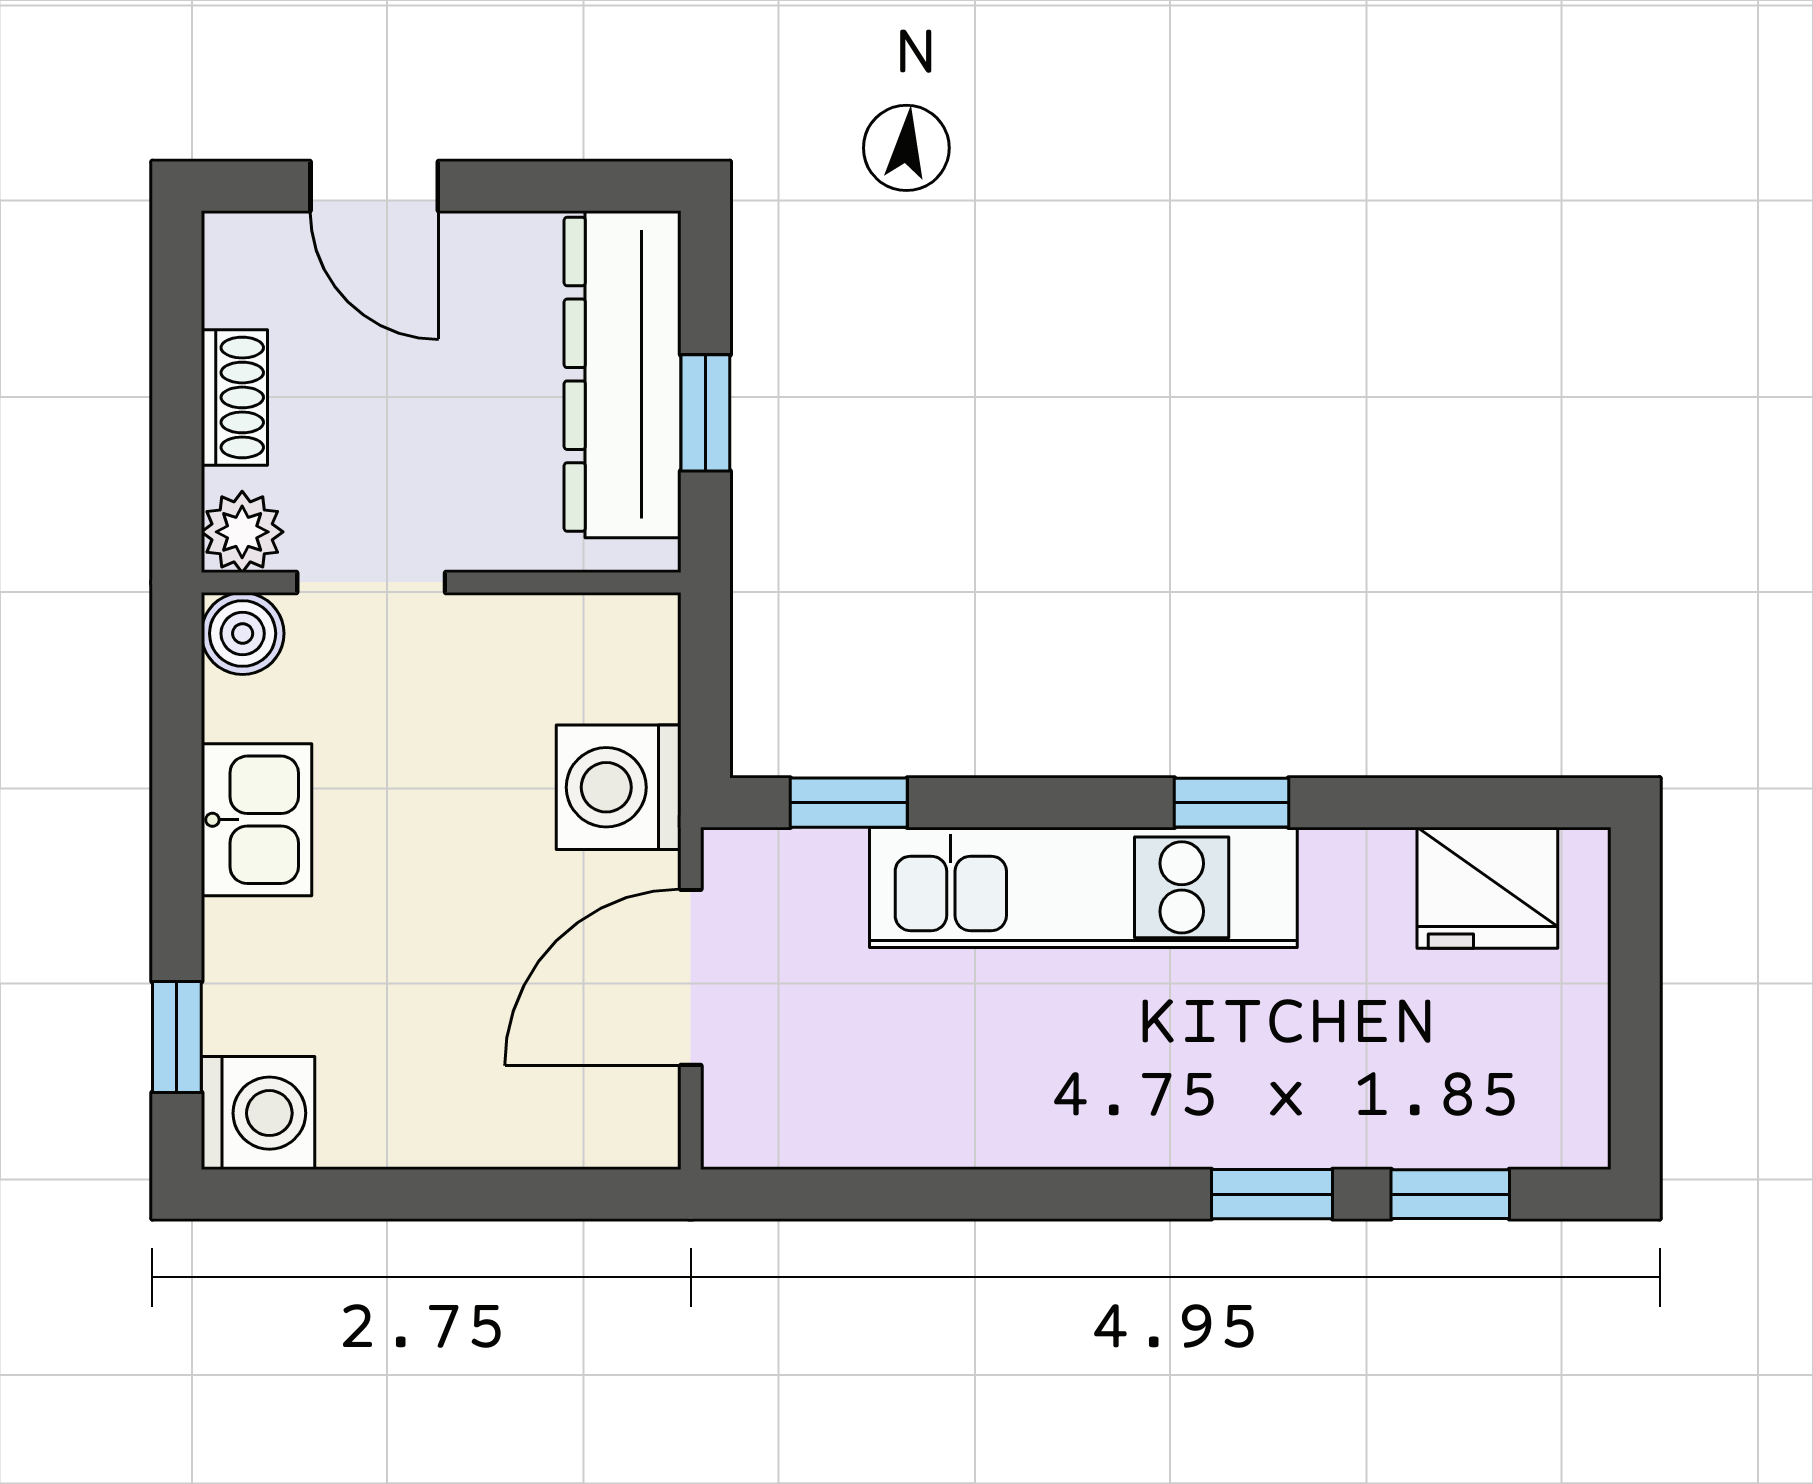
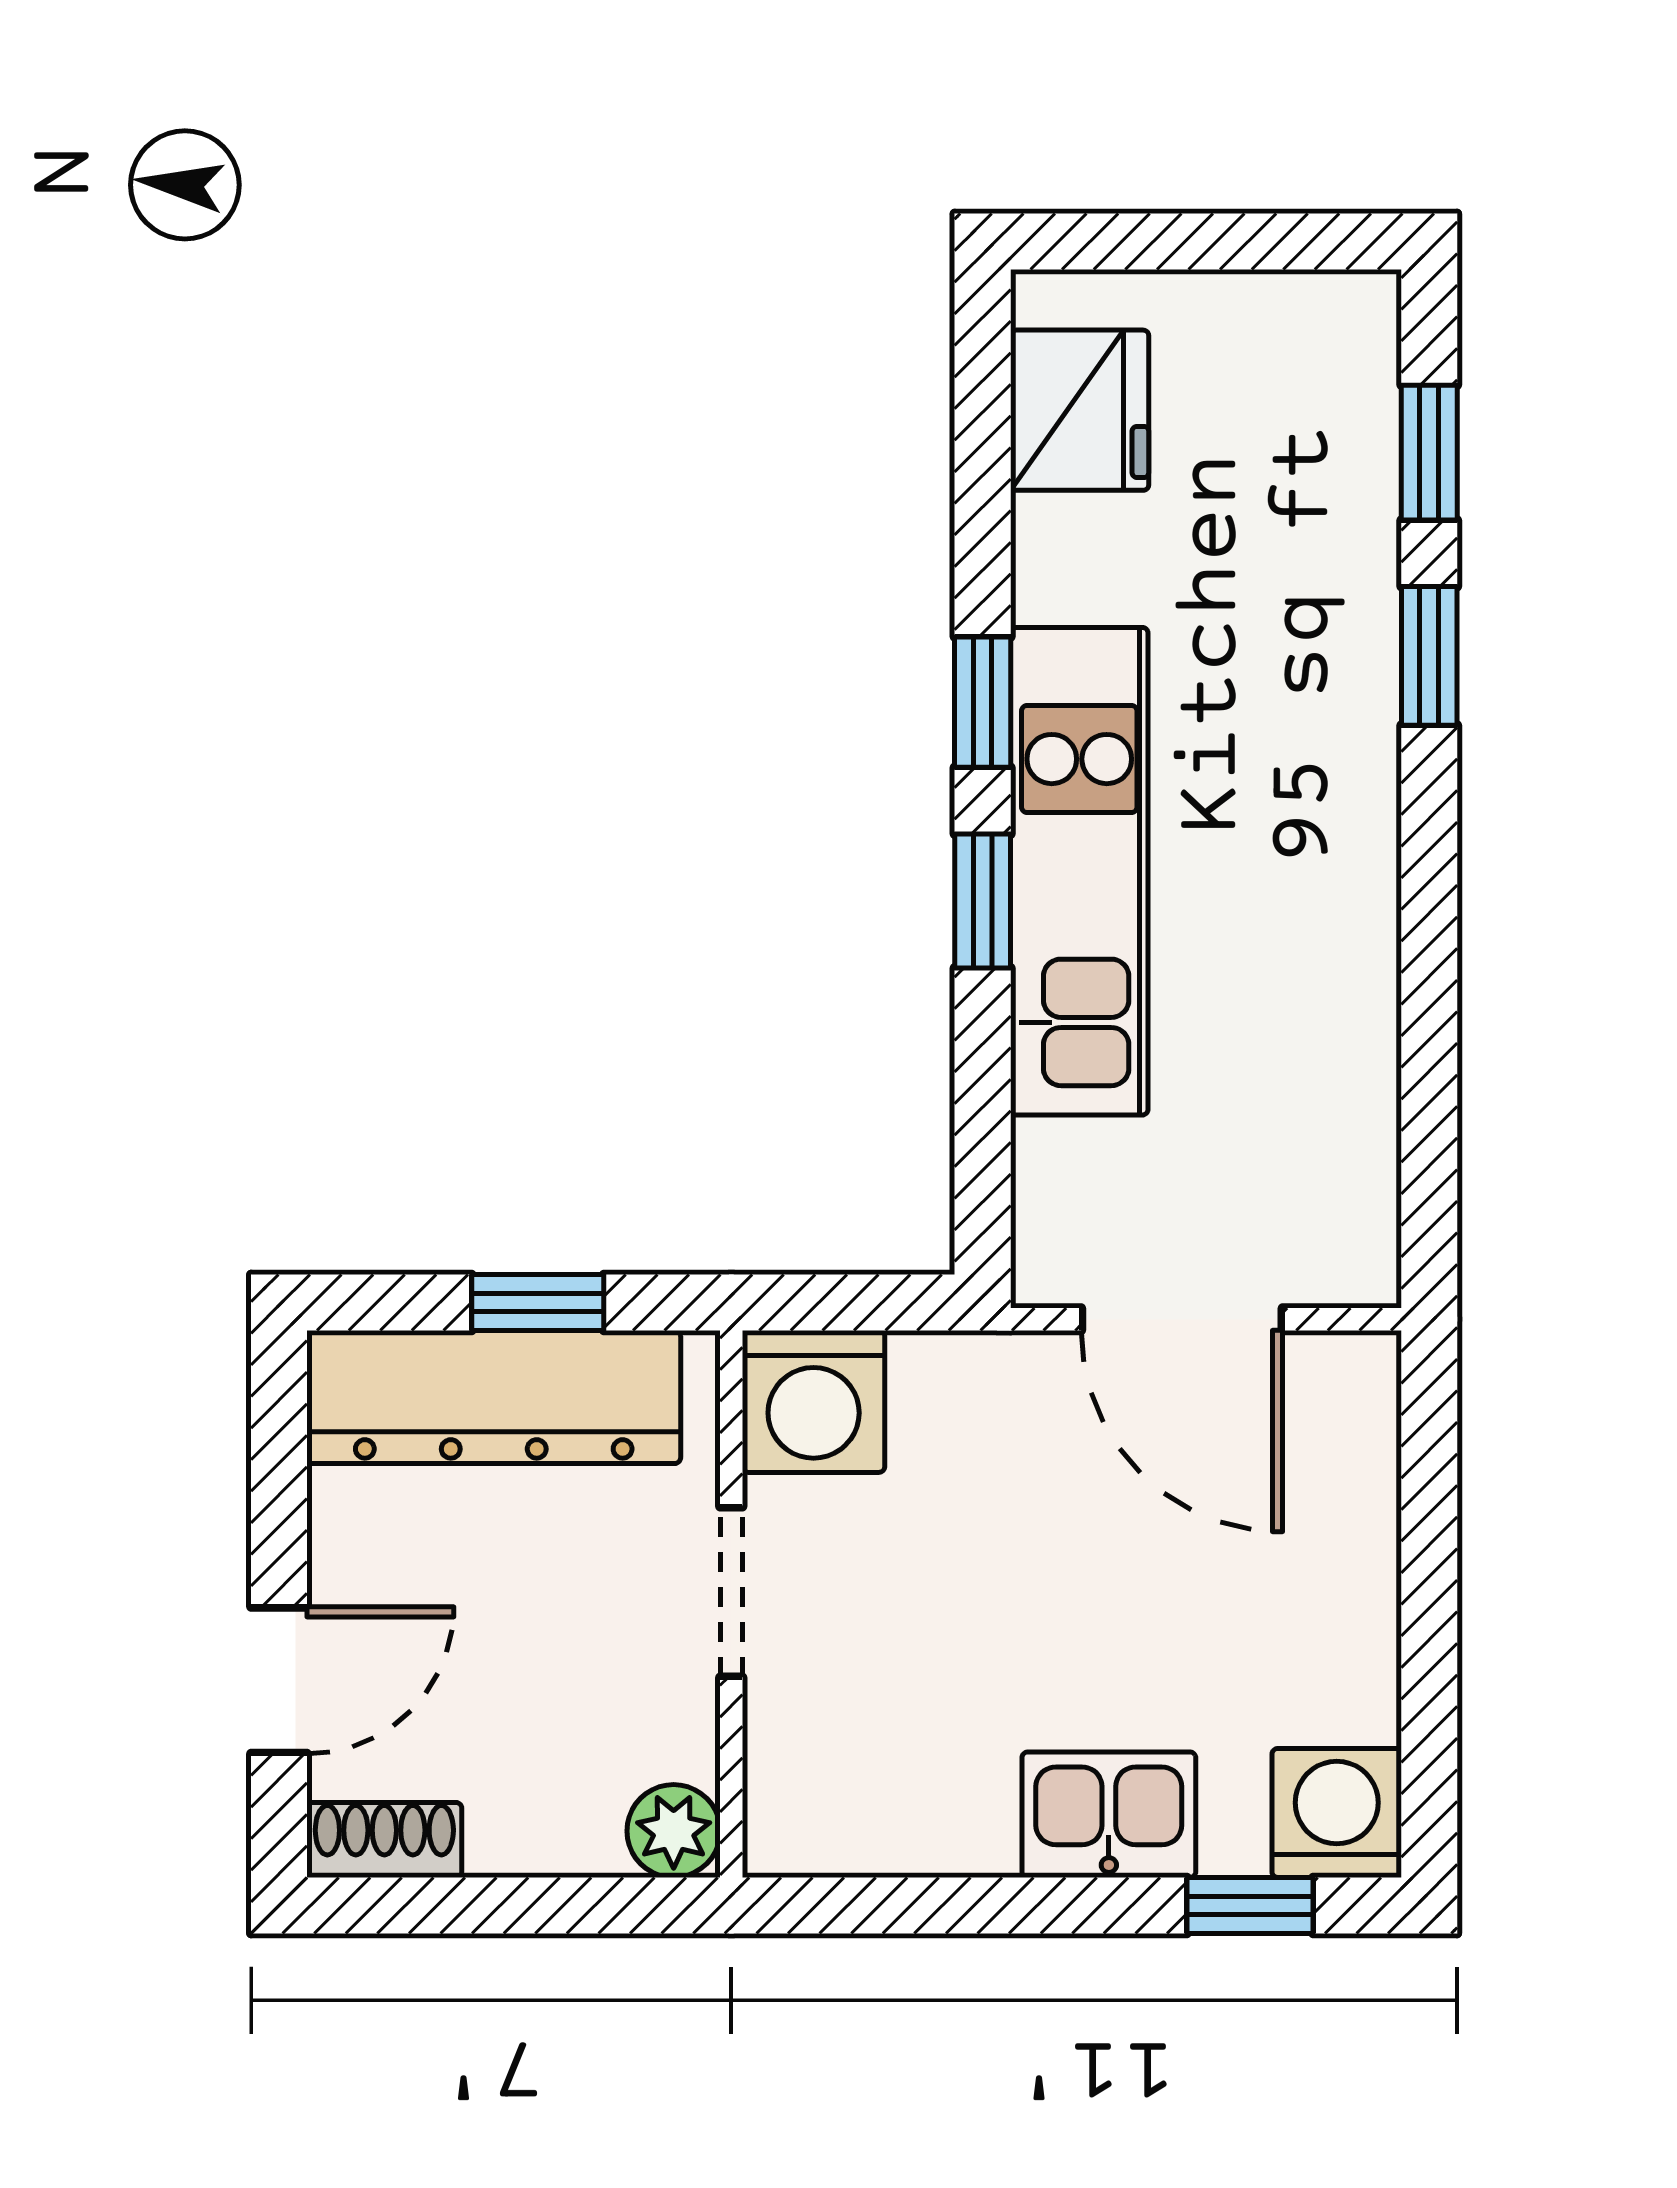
shoe rack: (234, 397) -> (384, 1840), moved
doorway: (371, 582) -> (731, 1592), moved
boiler: (243, 633) -> (790, 1831), removed
washing machine: (619, 787) -> (814, 1401), moved
window: (849, 803) -> (983, 901), moved
kitchen sink: (257, 820) -> (1109, 1815), moved

